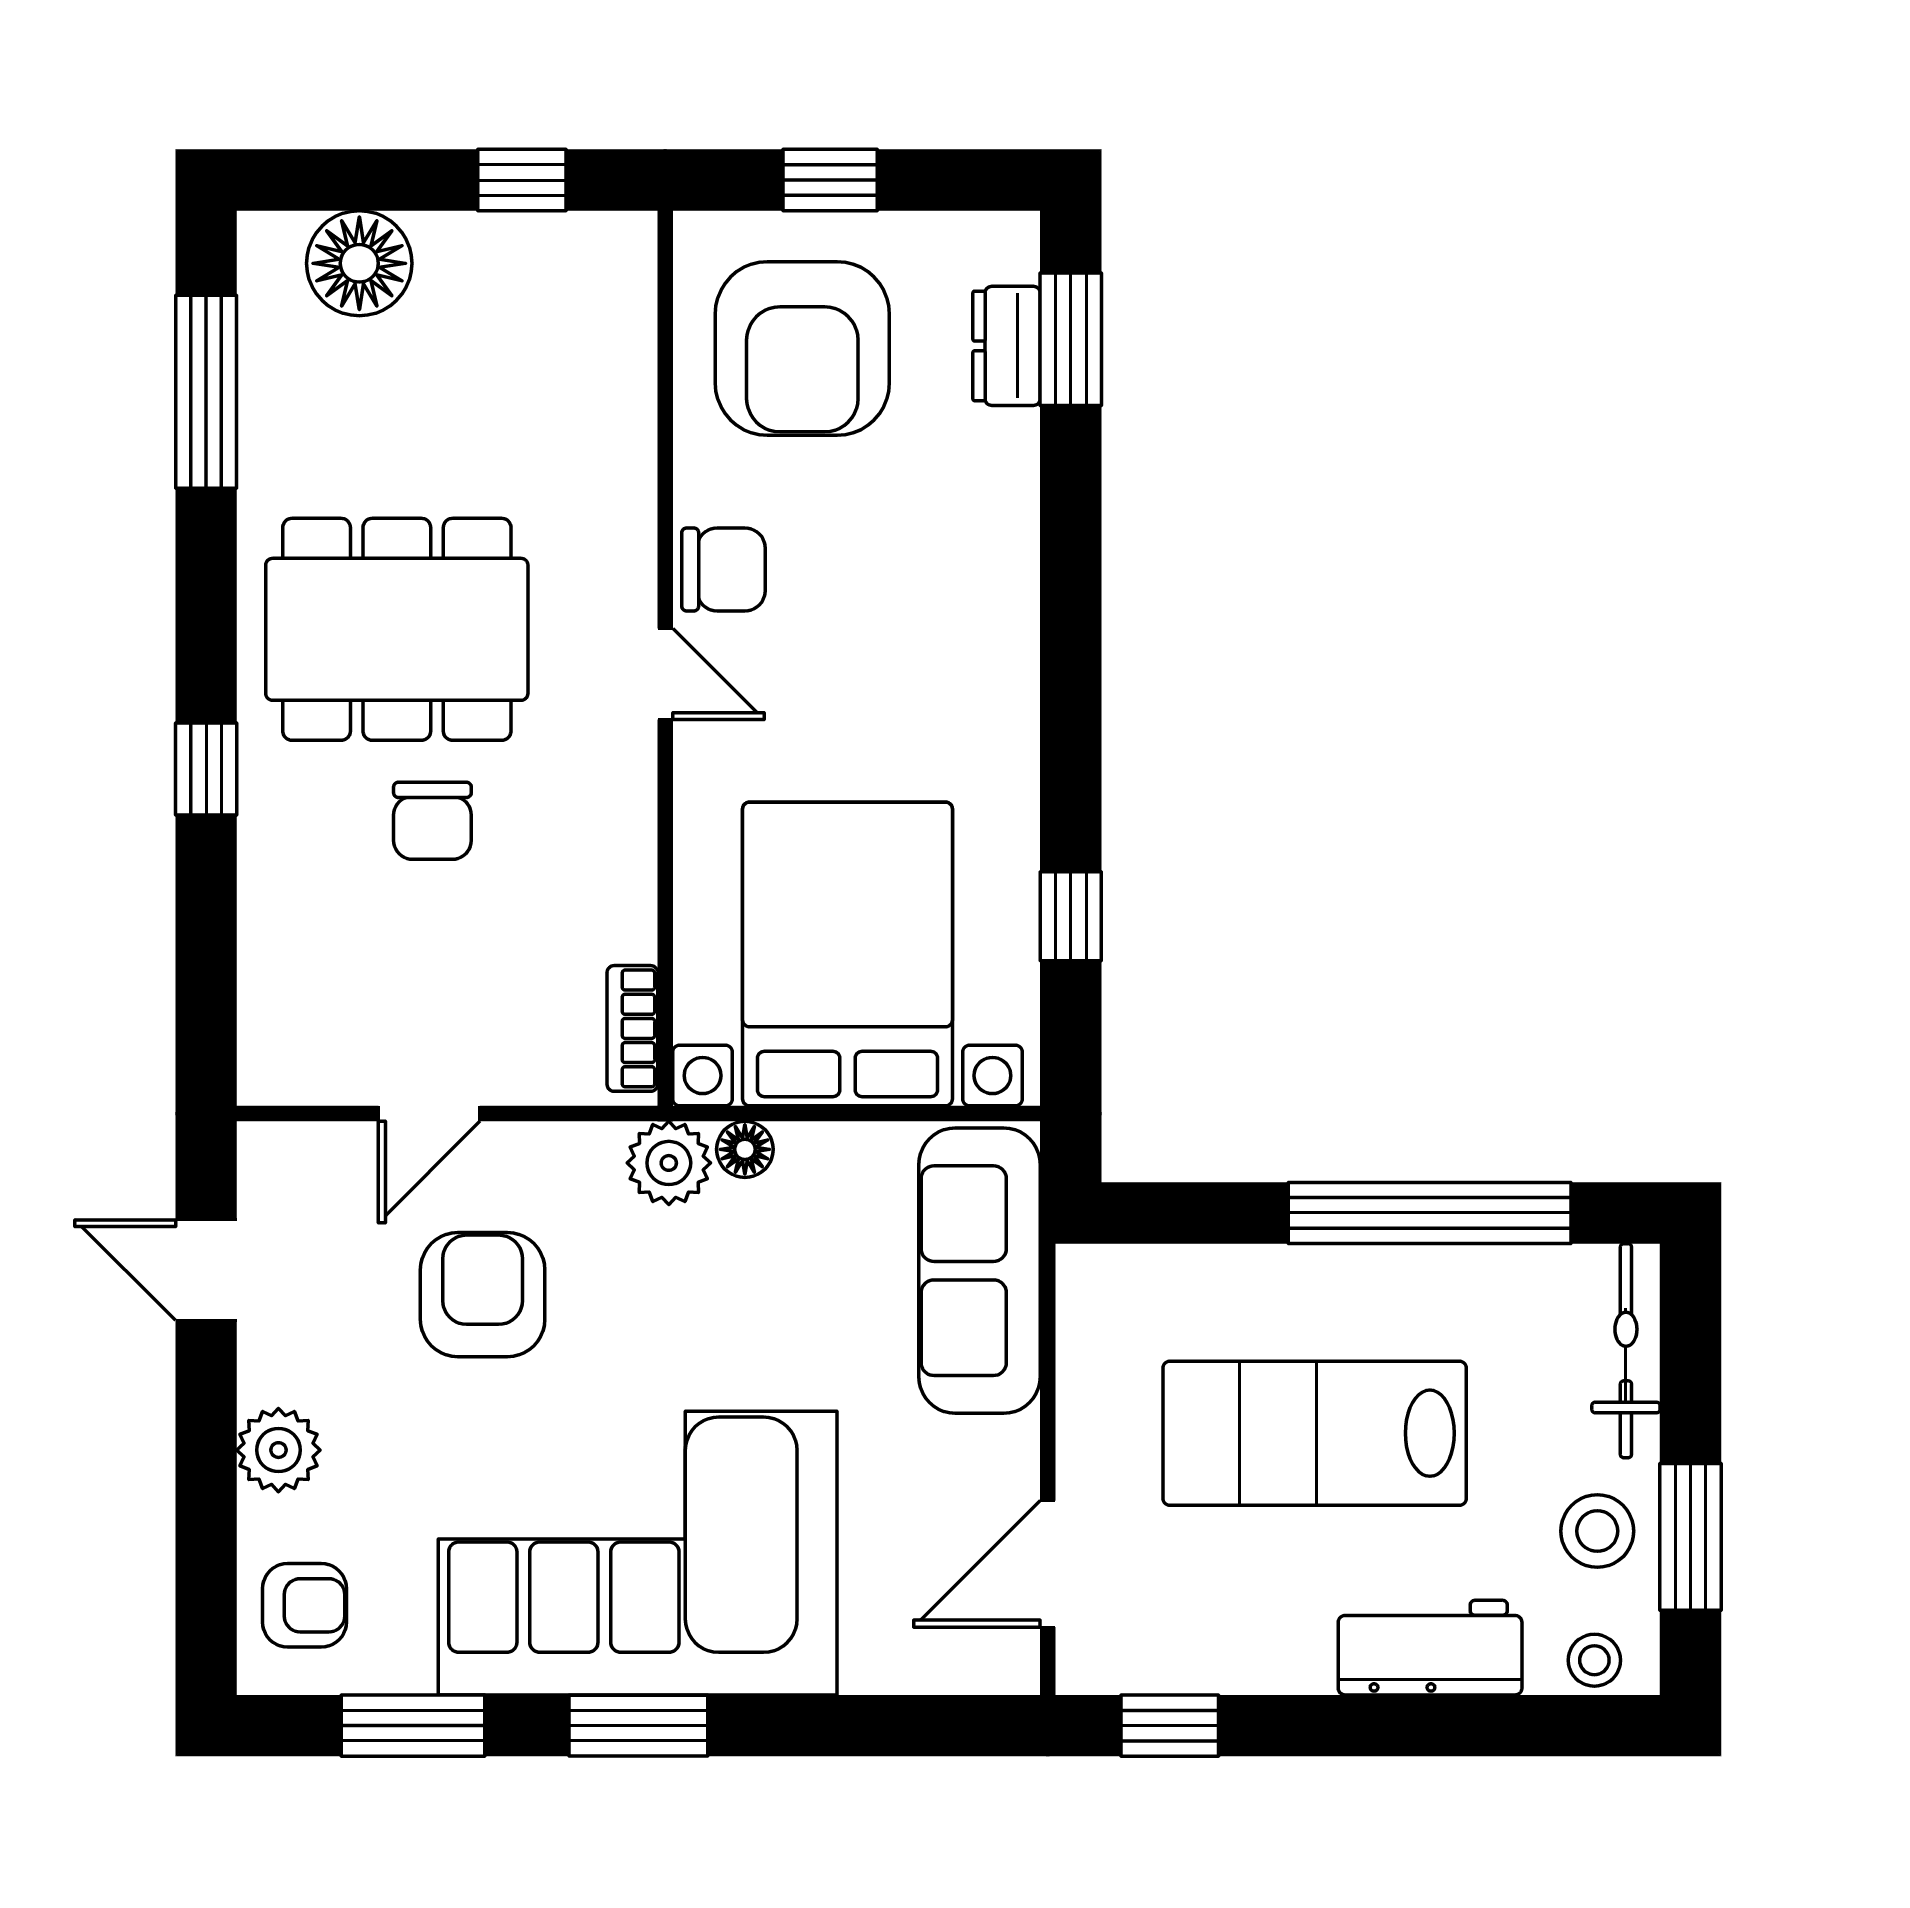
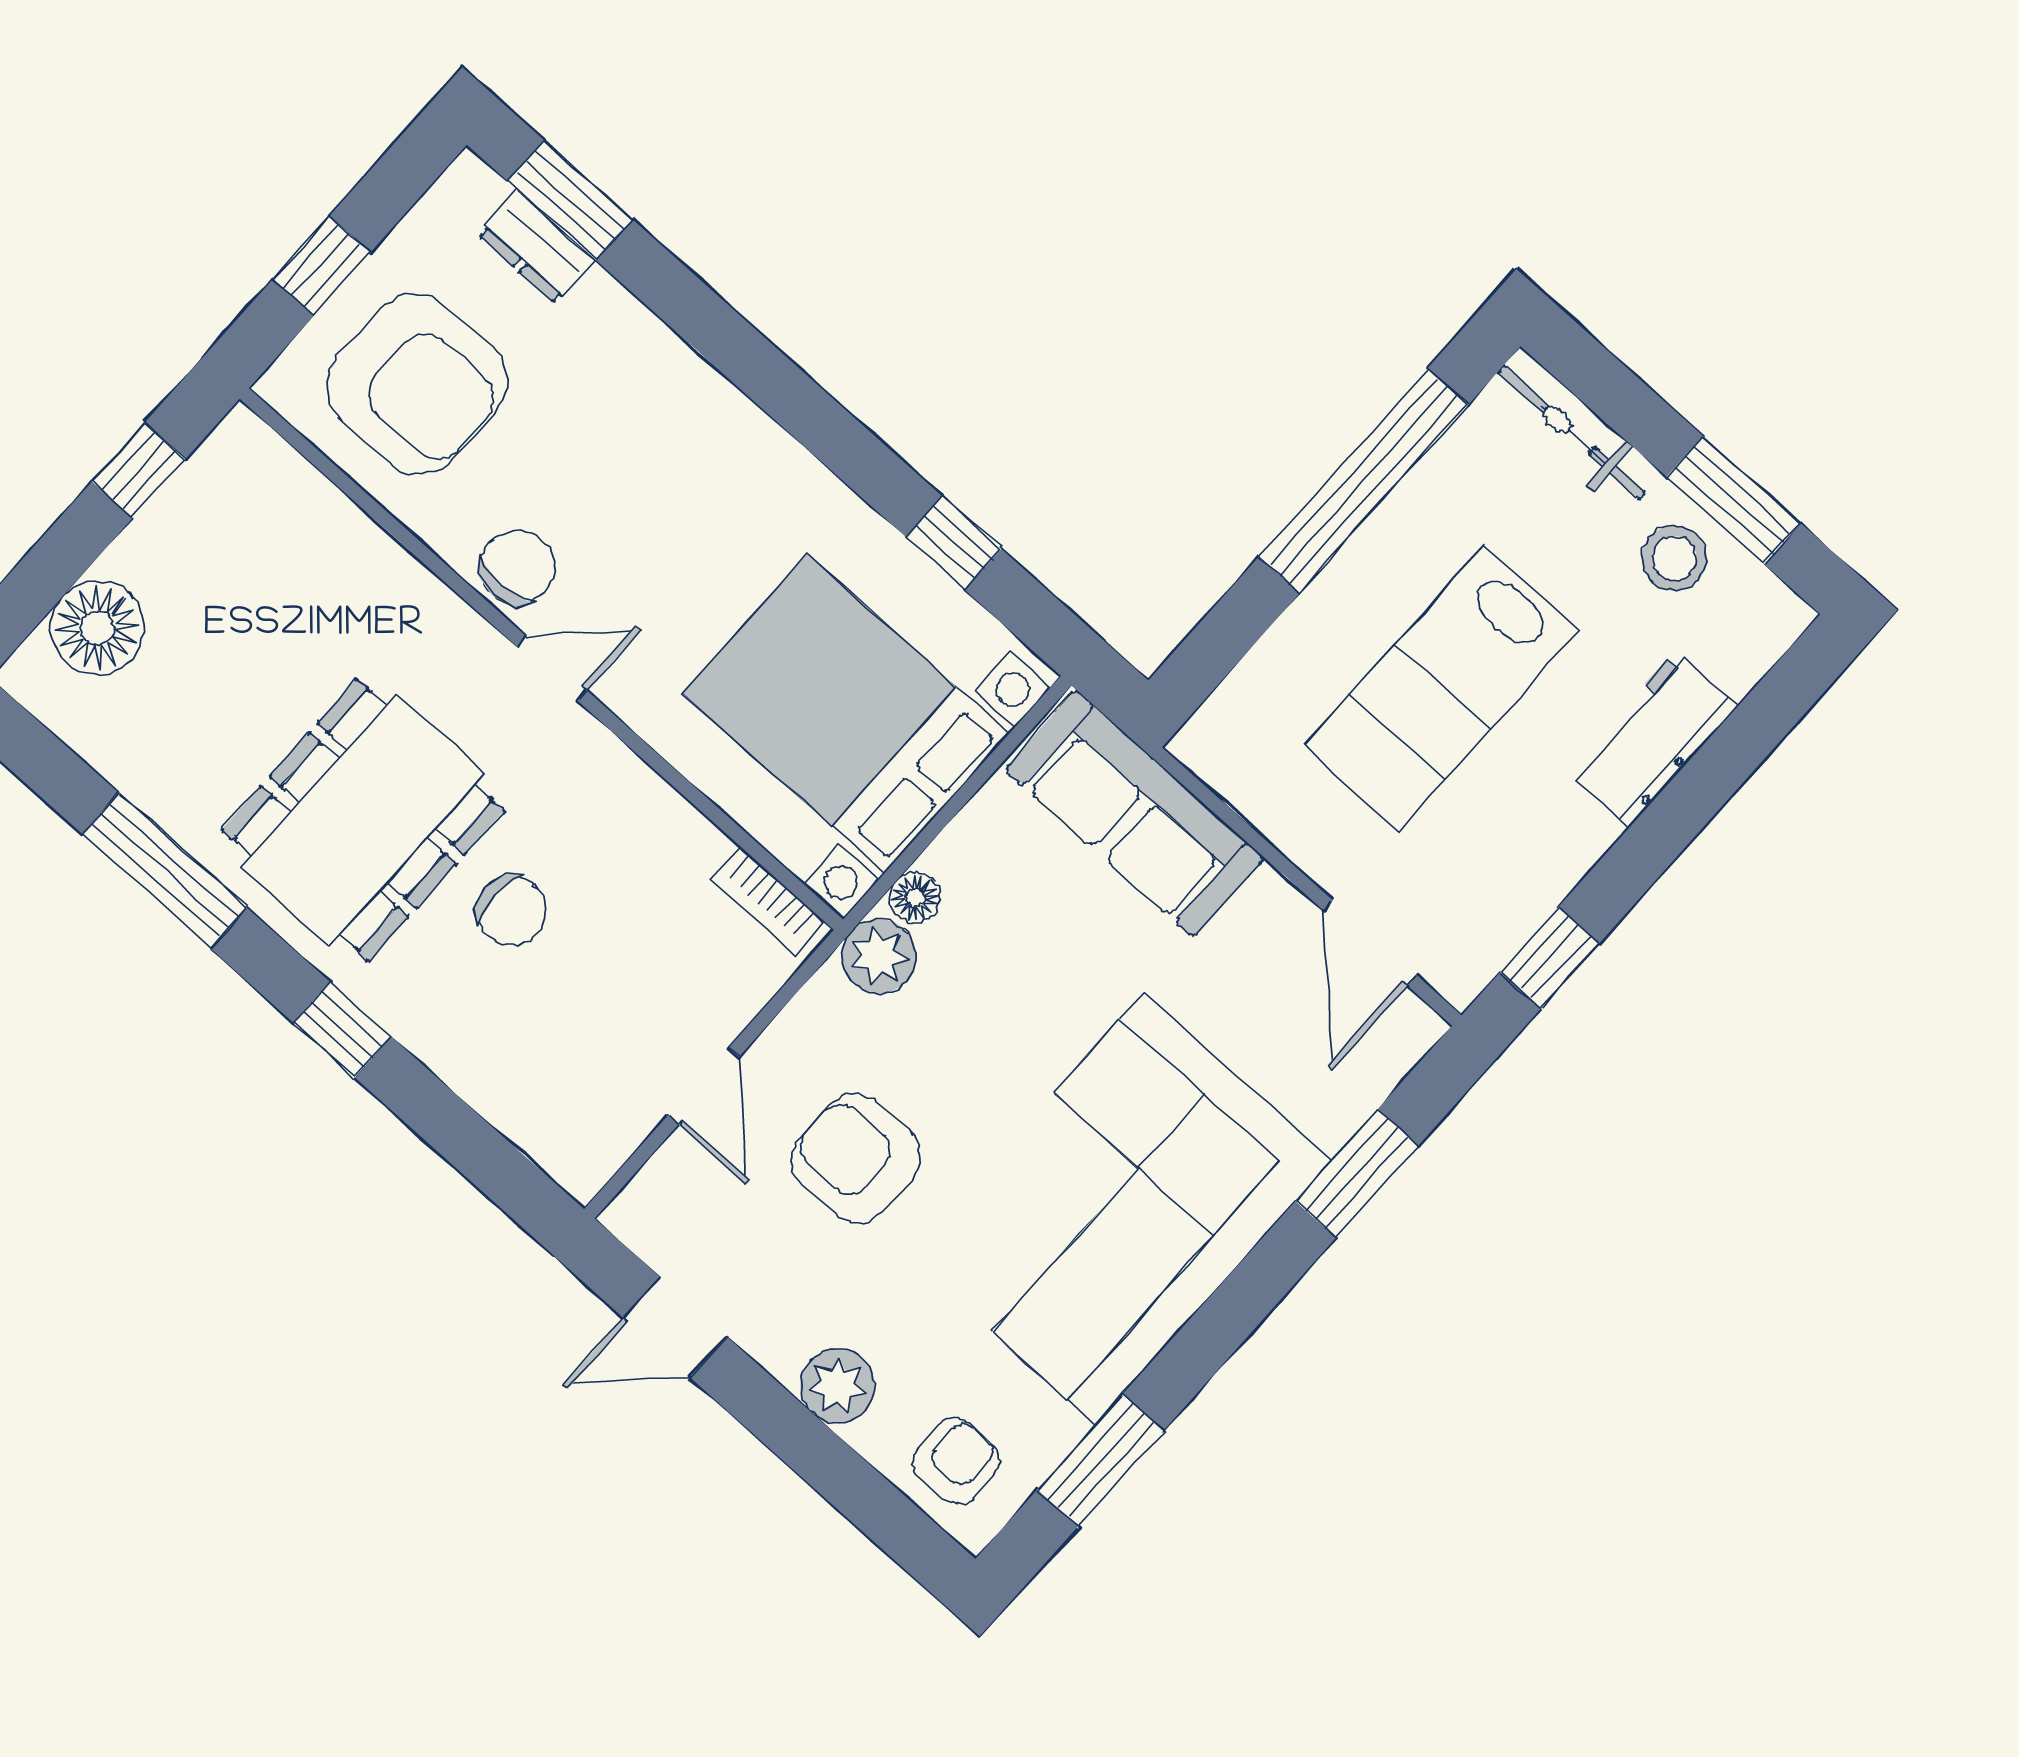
window: (206, 392) -> (165, 871), moved
stool: (1594, 1660) -> (1758, 637), removed
window: (638, 1726) -> (1357, 1173), moved

